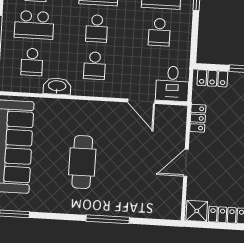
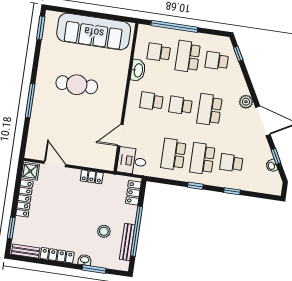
school desk: (159, 32) -> (173, 154), width x1.85
locker: (198, 118) -> (92, 177), moved
door: (186, 163) -> (55, 164), moved

